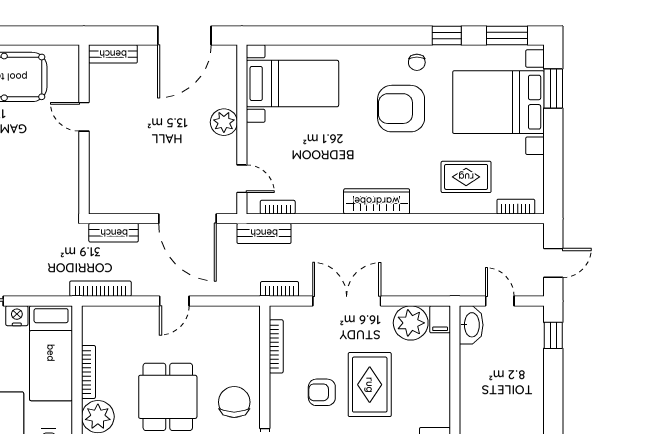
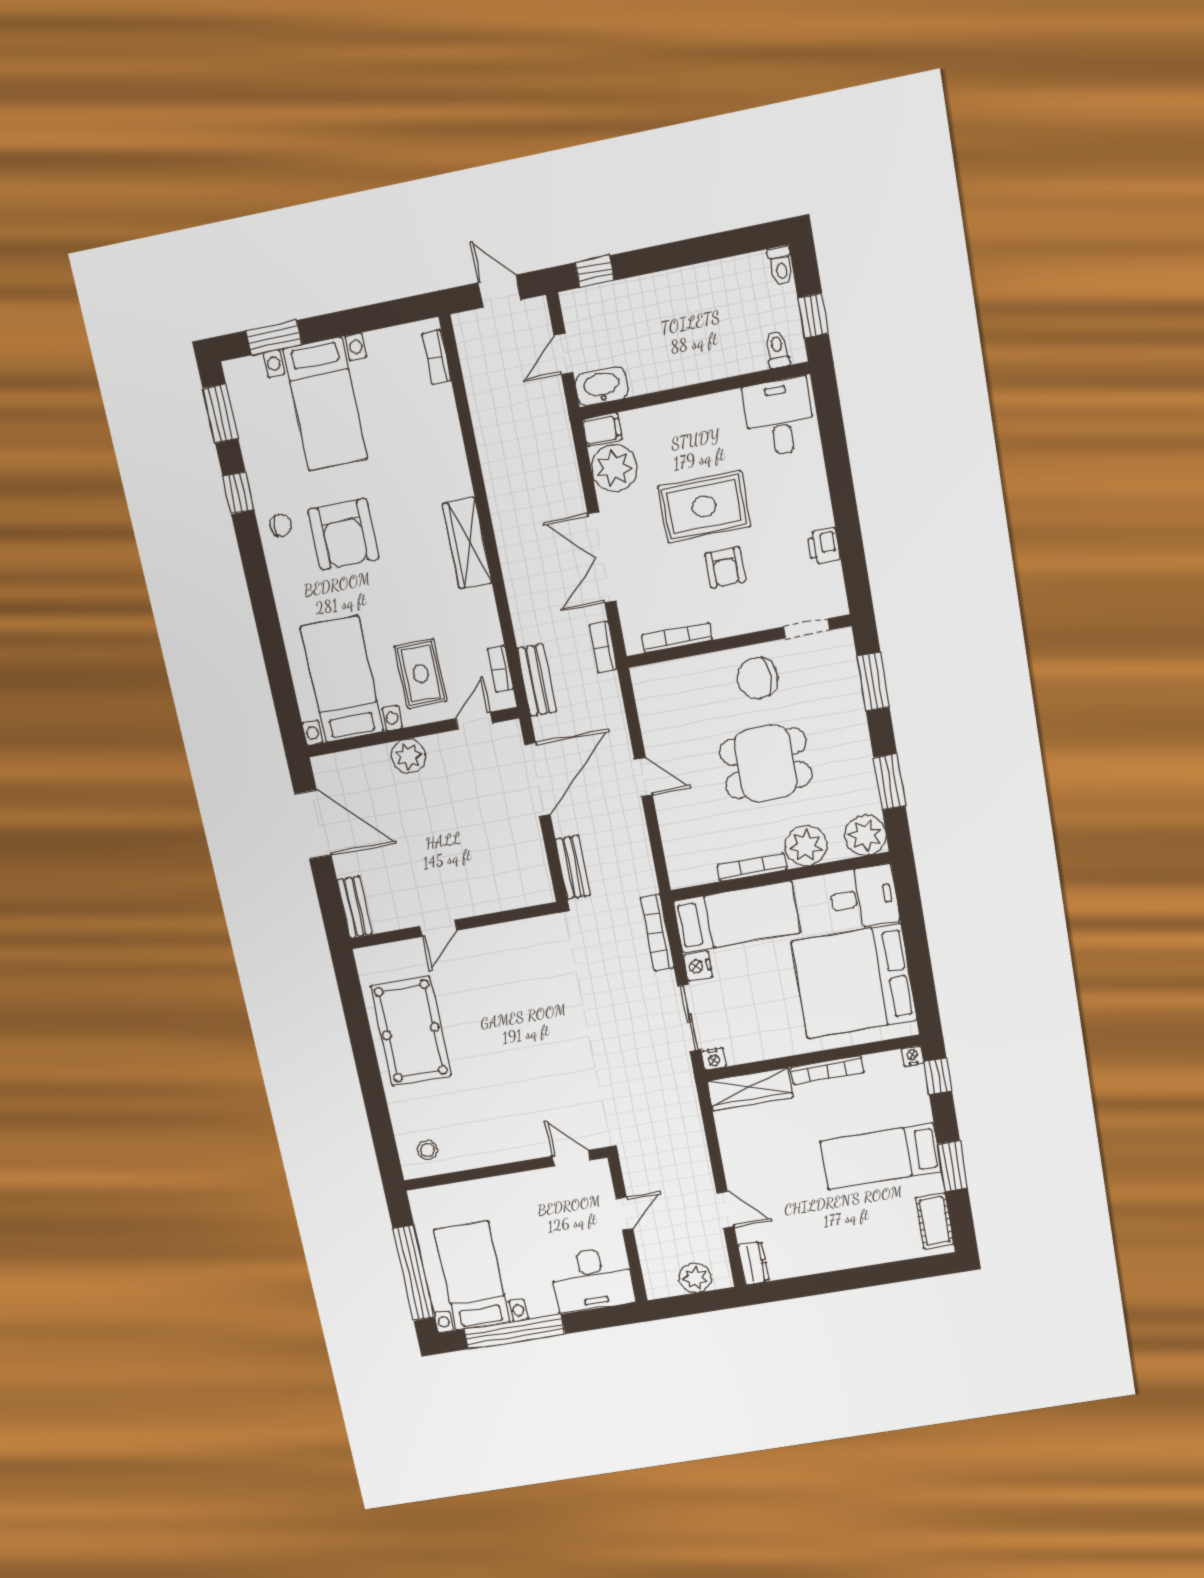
bed with nightstands: (498, 102) -> (325, 404), width x0.73
rug: (466, 177) -> (421, 674), moved
bookcase: (100, 289) -> (657, 933), moved

